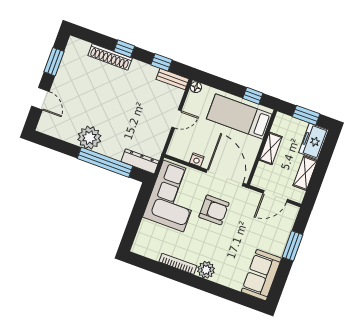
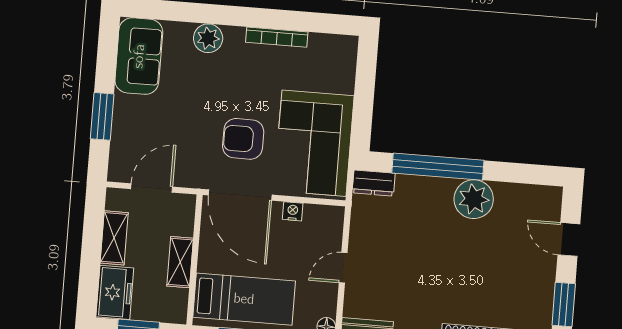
dresser: (140, 161) -> (374, 183), width x0.70
plant: (206, 270) -> (208, 38), moved

